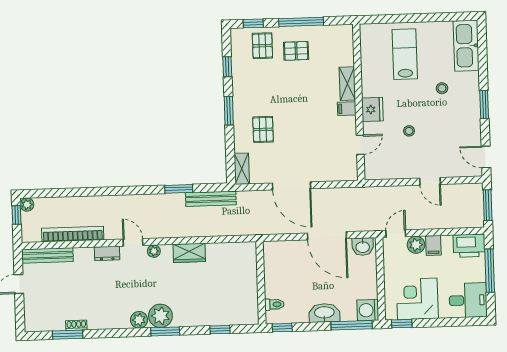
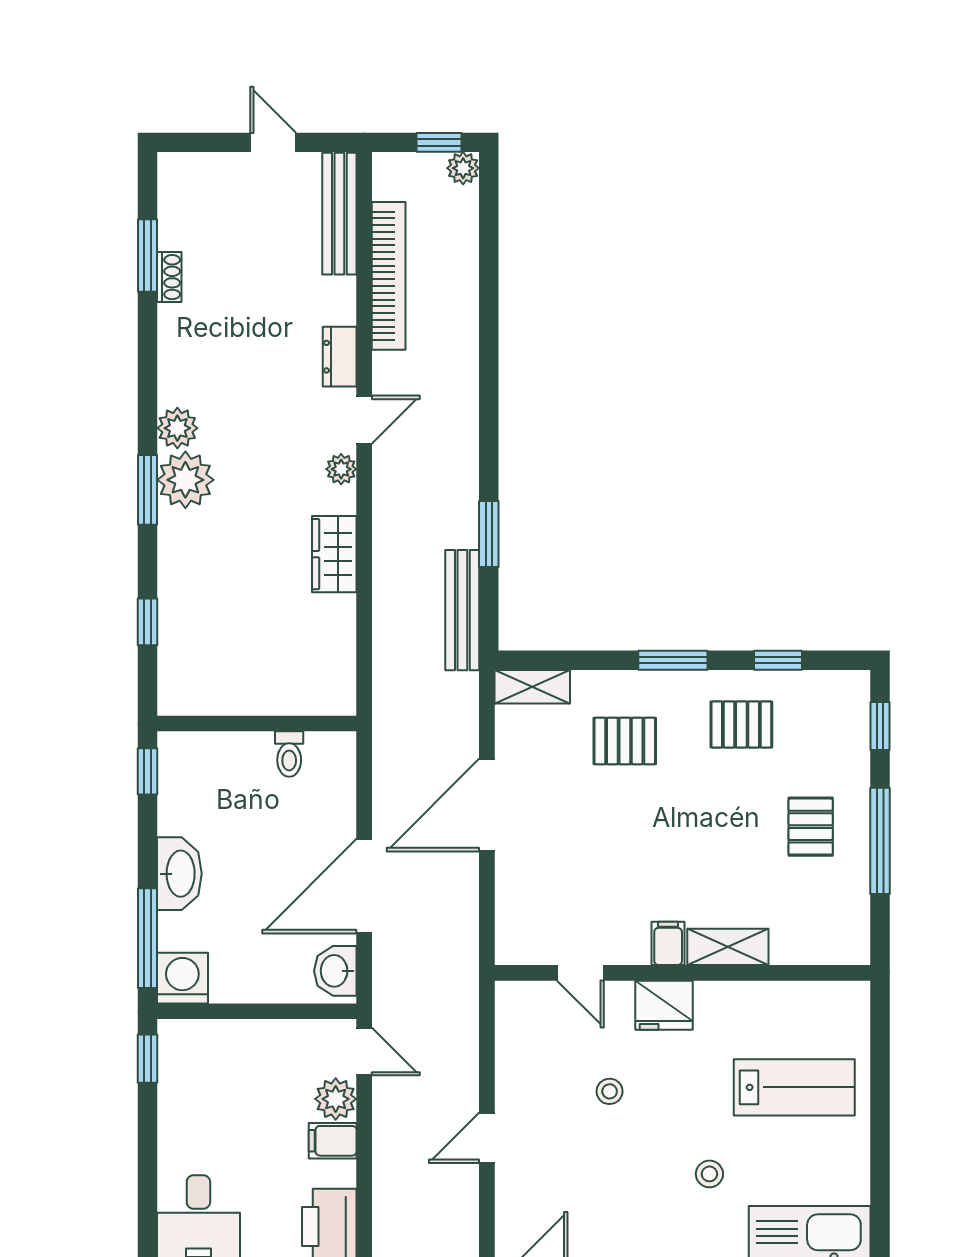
pallet: (262, 46) -> (741, 724), moved
corner desk: (417, 299) -> (206, 1098), removed
toilet: (274, 304) -> (289, 754), moved

